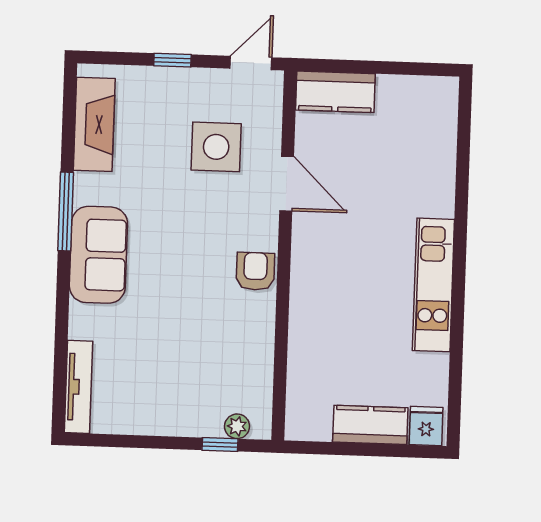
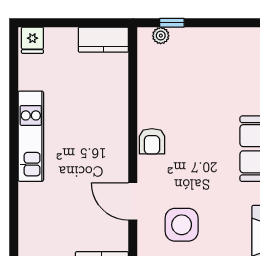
kitchen counter: (370, 425) -> (103, 40), moved

